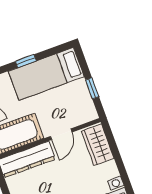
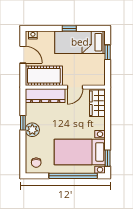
window: (92, 88) -> (108, 52), moved

